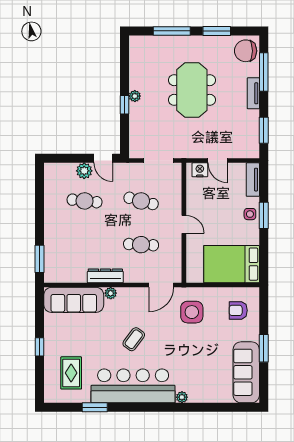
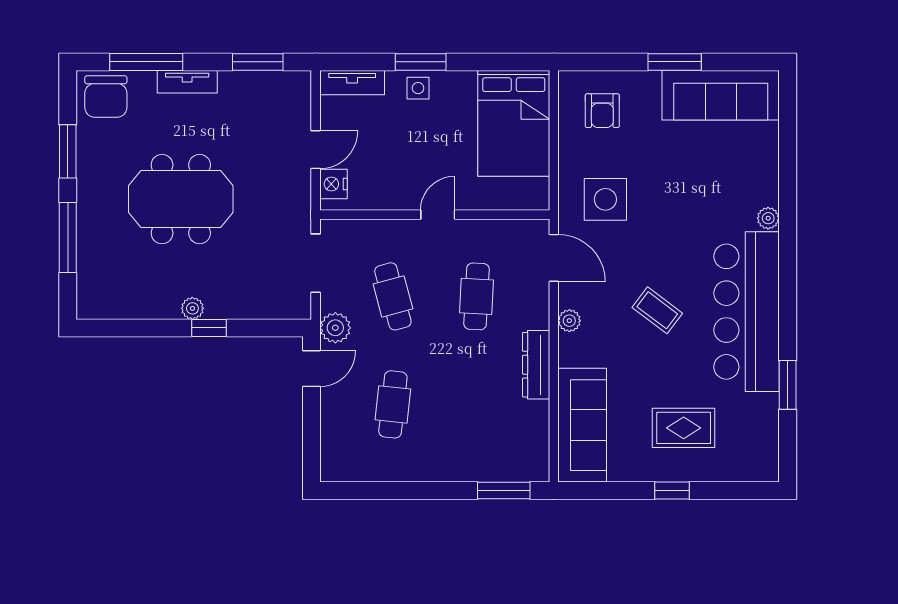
plant: (84, 171) -> (335, 328), moved
cafe table: (141, 201) -> (393, 296), turned -30
plant: (111, 293) -> (569, 321), moved
rug: (71, 373) -> (684, 428), moved

